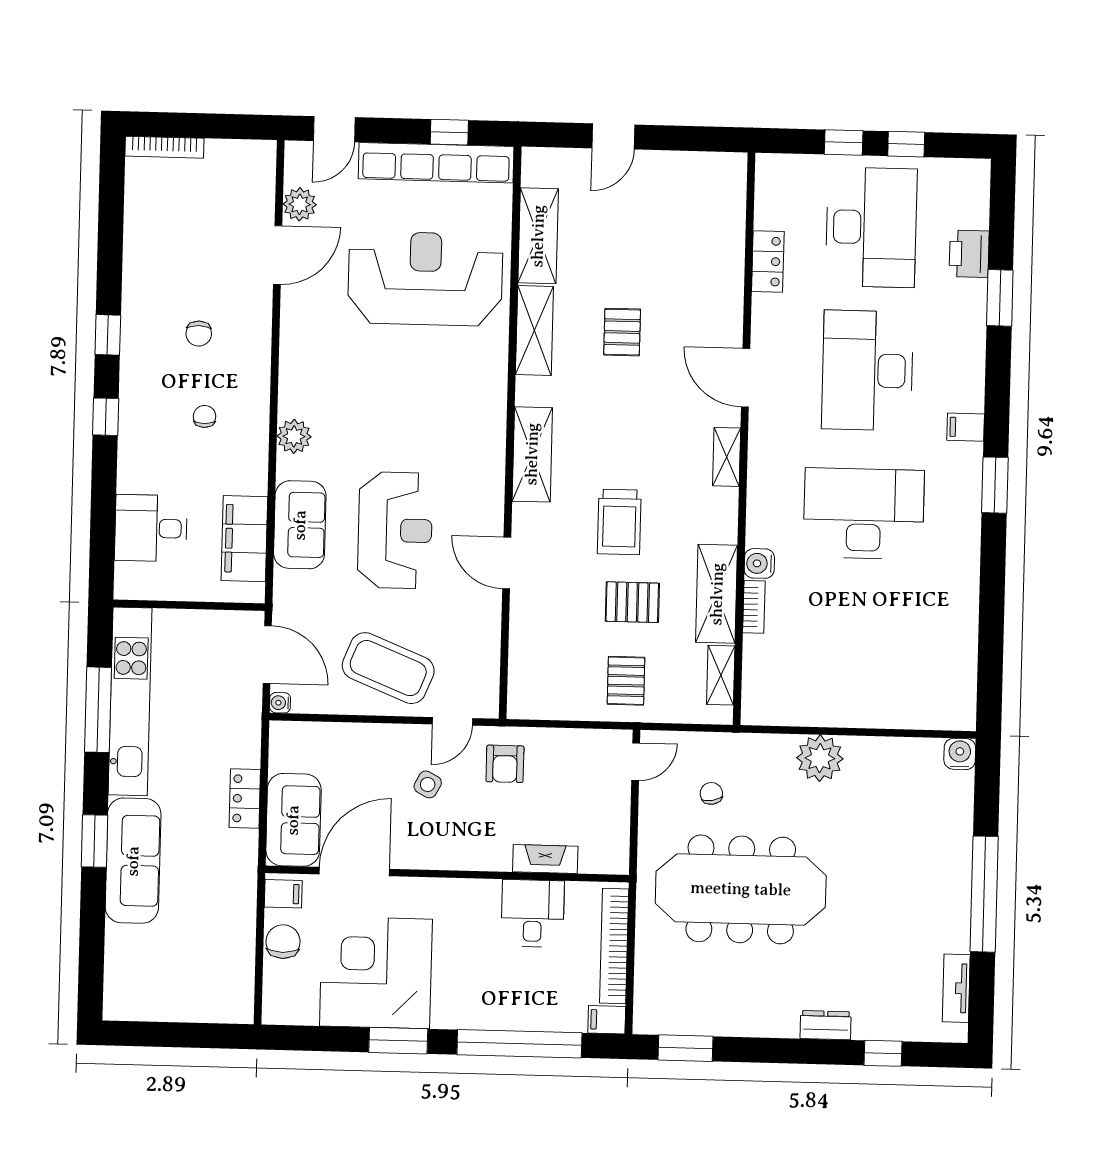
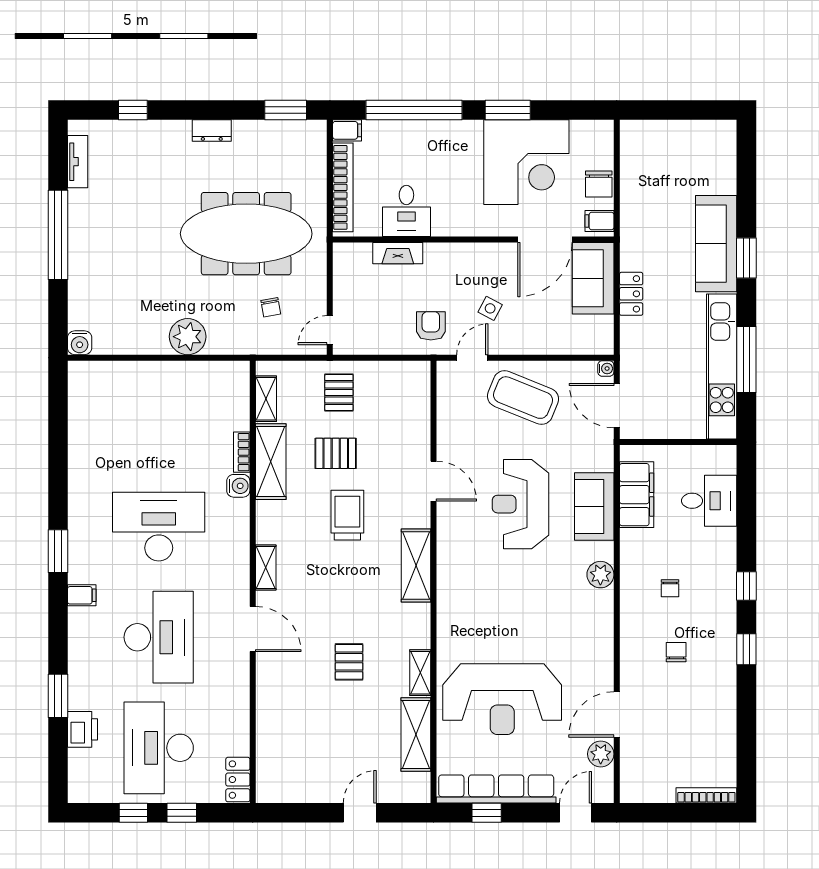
locker: (768, 261) -> (238, 780), moved
shelving: (534, 331) -> (420, 673), width x0.67, depth x0.75
desk: (864, 514) -> (159, 527), turned 180
dresser: (826, 1025) -> (212, 130), moved

